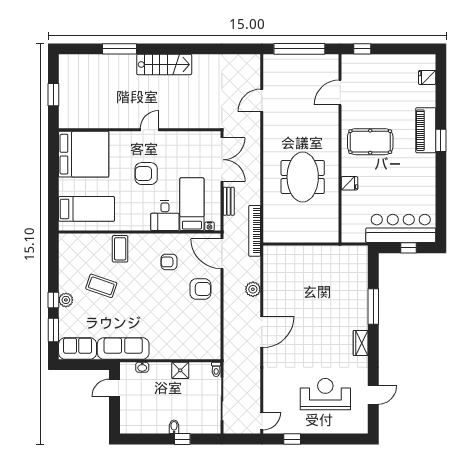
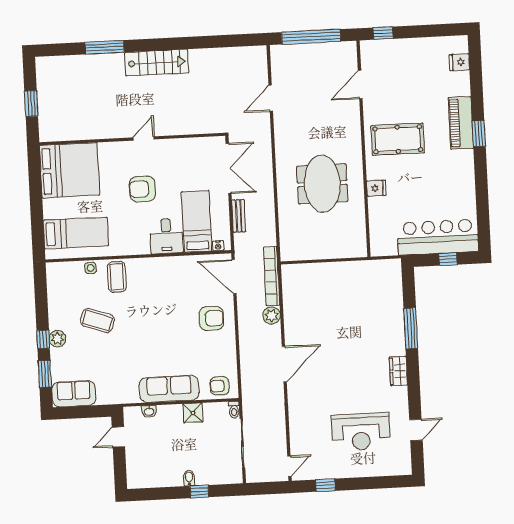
bookcase: (255, 231) -> (272, 276), moved
side table: (98, 240) -> (91, 268), added
armchair: (169, 262) -> (220, 386), moved
sofa: (123, 348) -> (169, 389), moved
reception desk: (325, 394) -> (361, 432), turned 180

